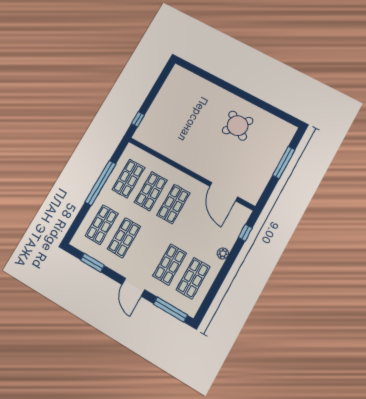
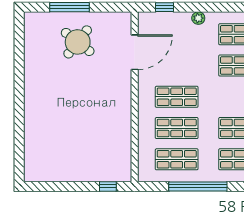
round table: (238, 126) -> (78, 42), moved

